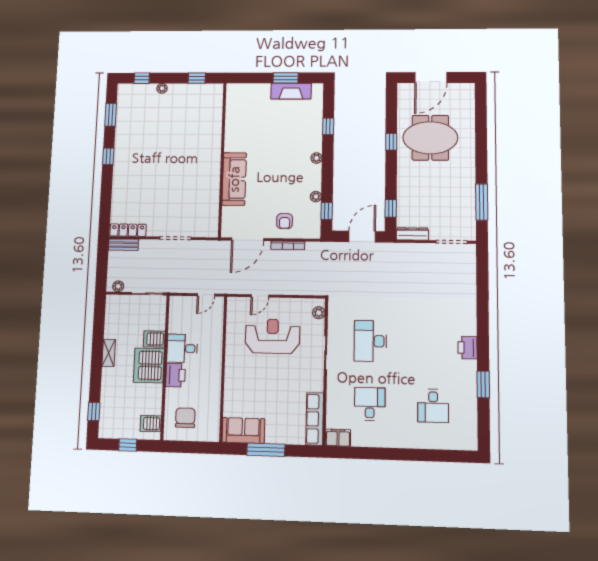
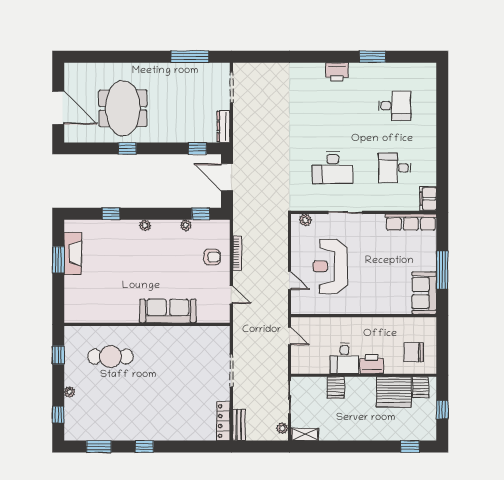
cafe table: (193, 126) -> (110, 357), added
door: (248, 239) -> (231, 295), width x0.53
shelving: (109, 353) -> (305, 434), moved
server rack: (149, 365) -> (394, 392), moved

